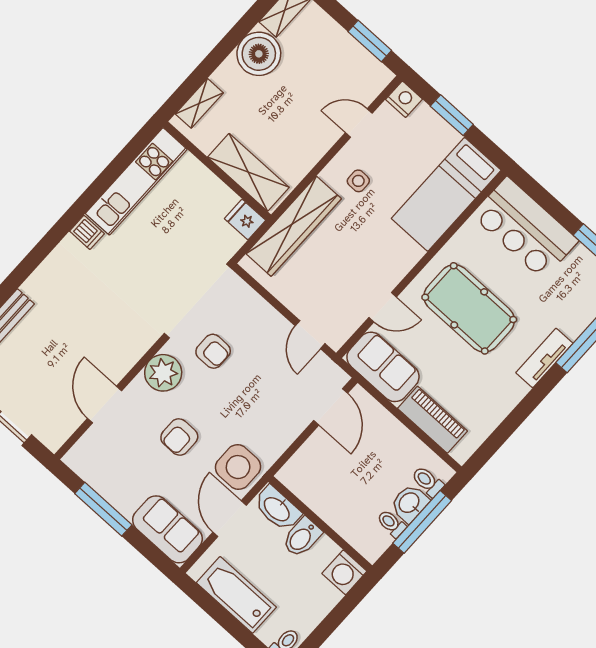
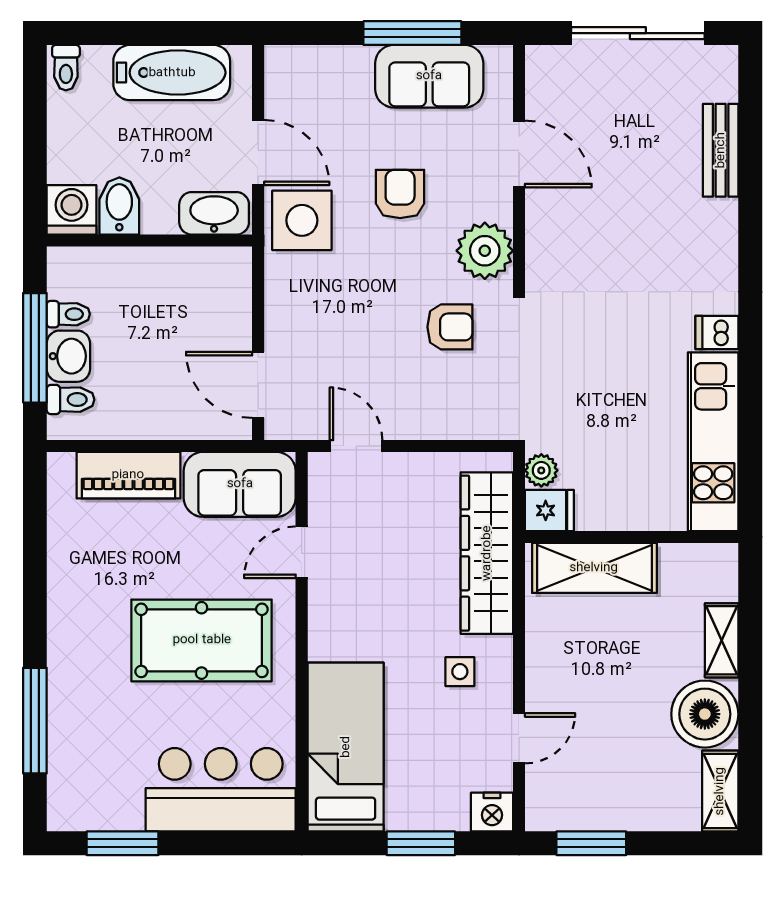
shelving: (199, 103) -> (722, 640), moved
plant: (232, 242) -> (541, 470), added
armchair: (213, 351) -> (450, 327), turned 180
tv unit: (544, 358) -> (64, 661), removed
sofa: (167, 529) -> (429, 76), moved
bidet: (302, 537) -> (119, 206), moved

